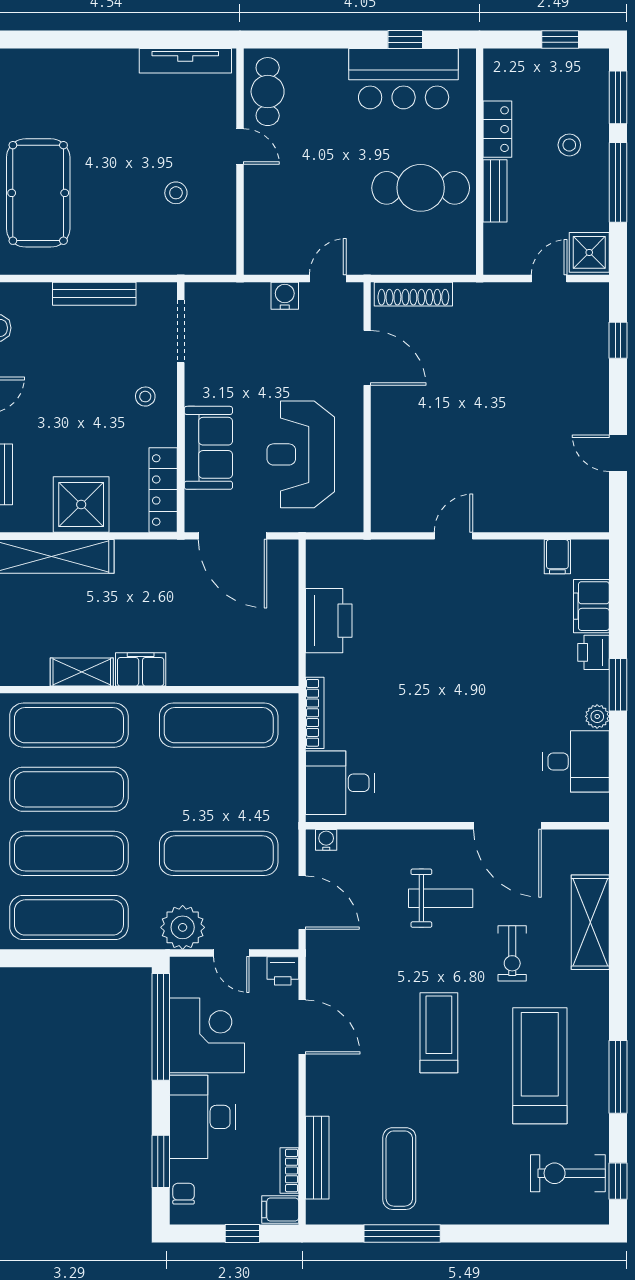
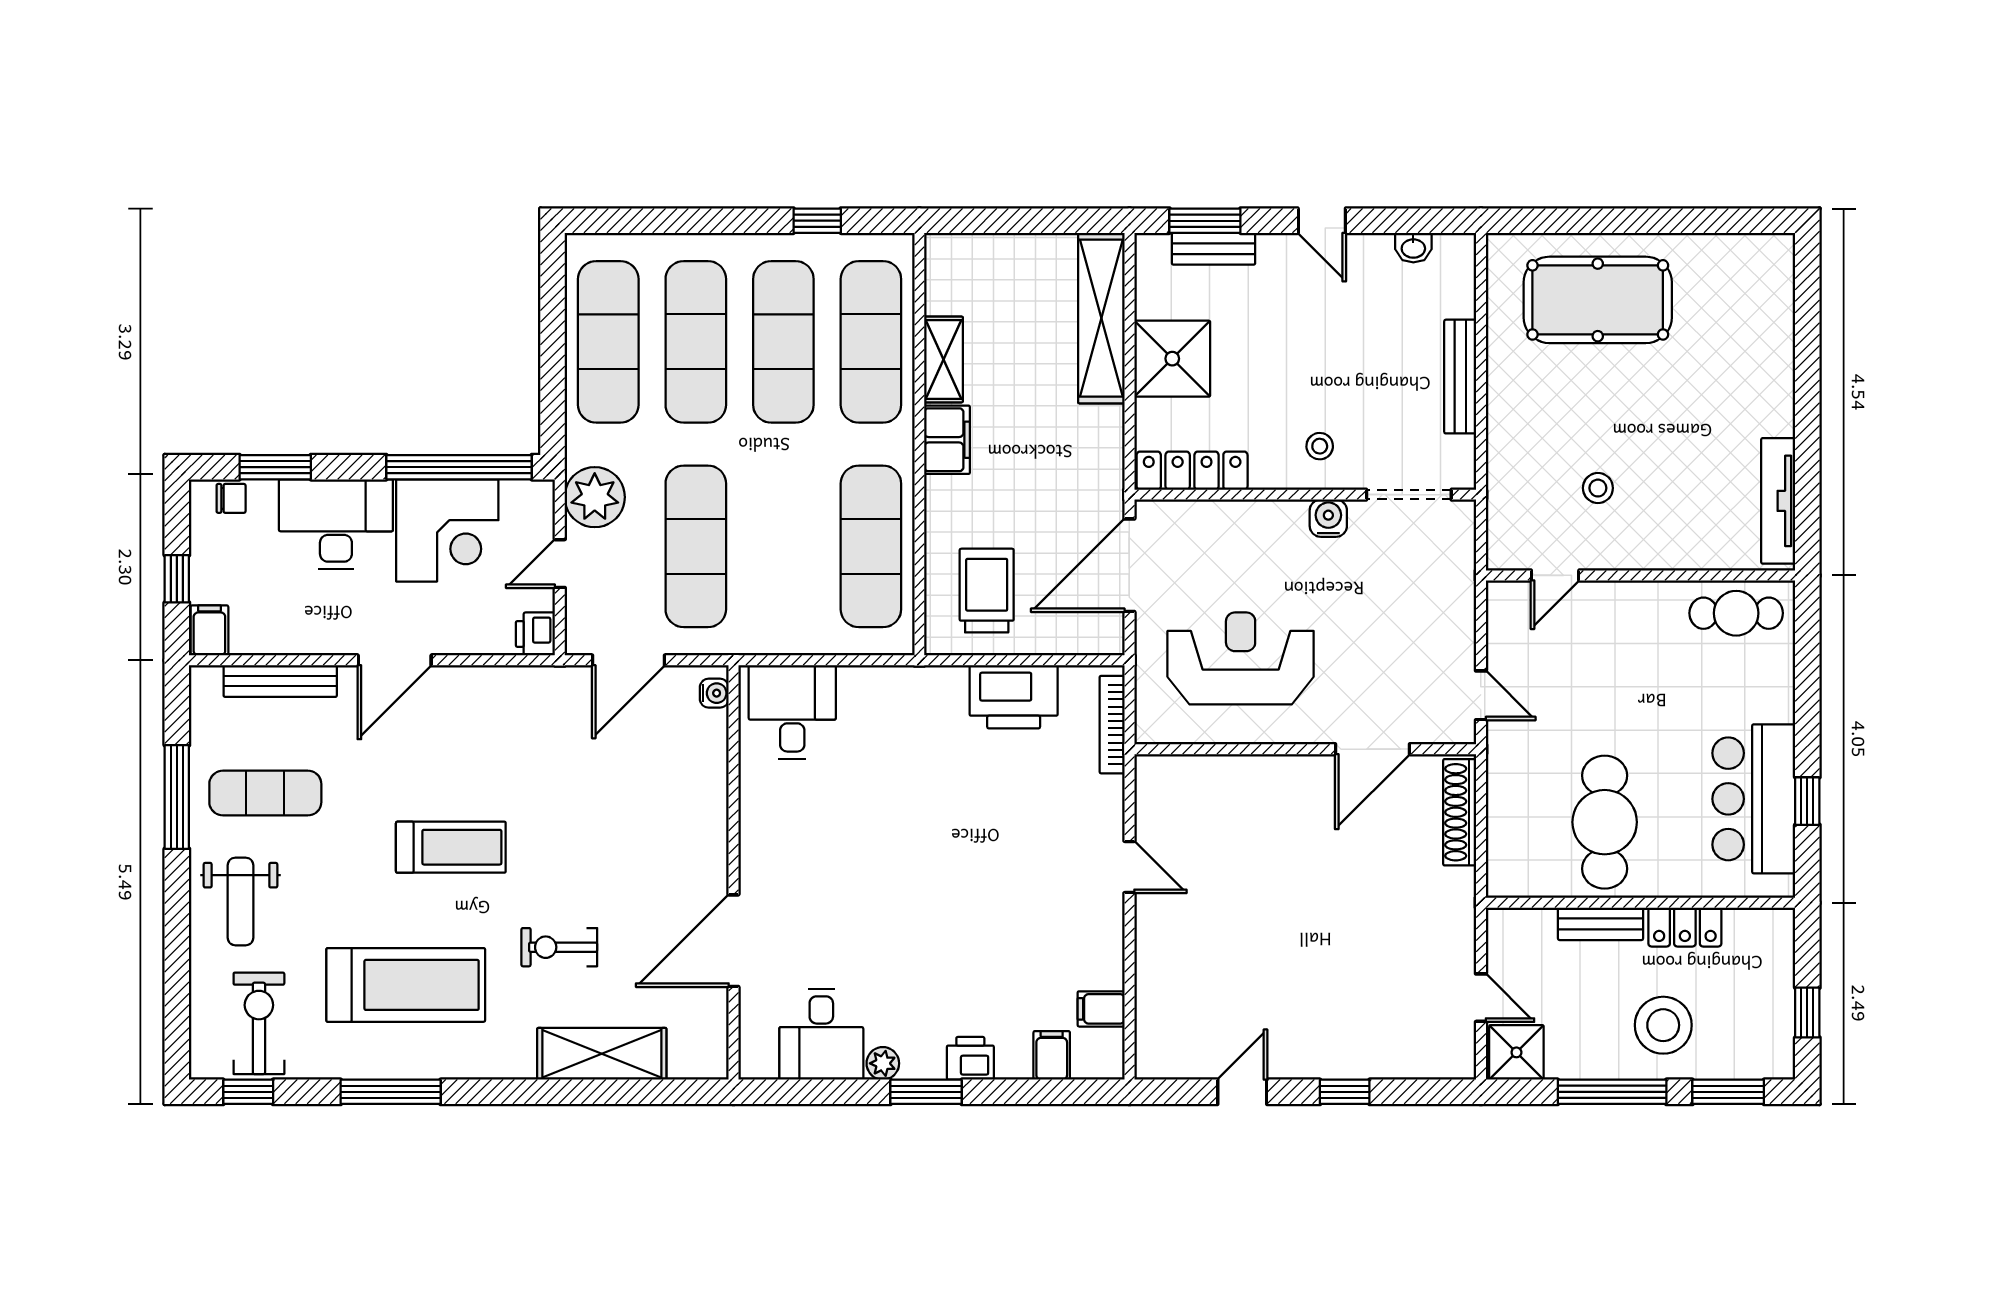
stool: (569, 145) -> (1663, 1025), width x1.89, depth x1.89
door: (240, 146) -> (1555, 575), moved
water cooler: (285, 296) -> (1328, 518), moved, turned -90
window: (618, 340) -> (1345, 1092), moved
sofa: (208, 448) -> (1250, 532), removed
filing cabinet: (591, 606) -> (1052, 1055), width x0.50
trolley: (251, 640) -> (987, 591), added
bookcase: (315, 713) -> (1112, 725), moved, turned 90
weight bench: (441, 898) -> (240, 901), moved
door: (302, 1027) -> (395, 660), moved
bookcase: (289, 1171) -> (263, 643), removed

